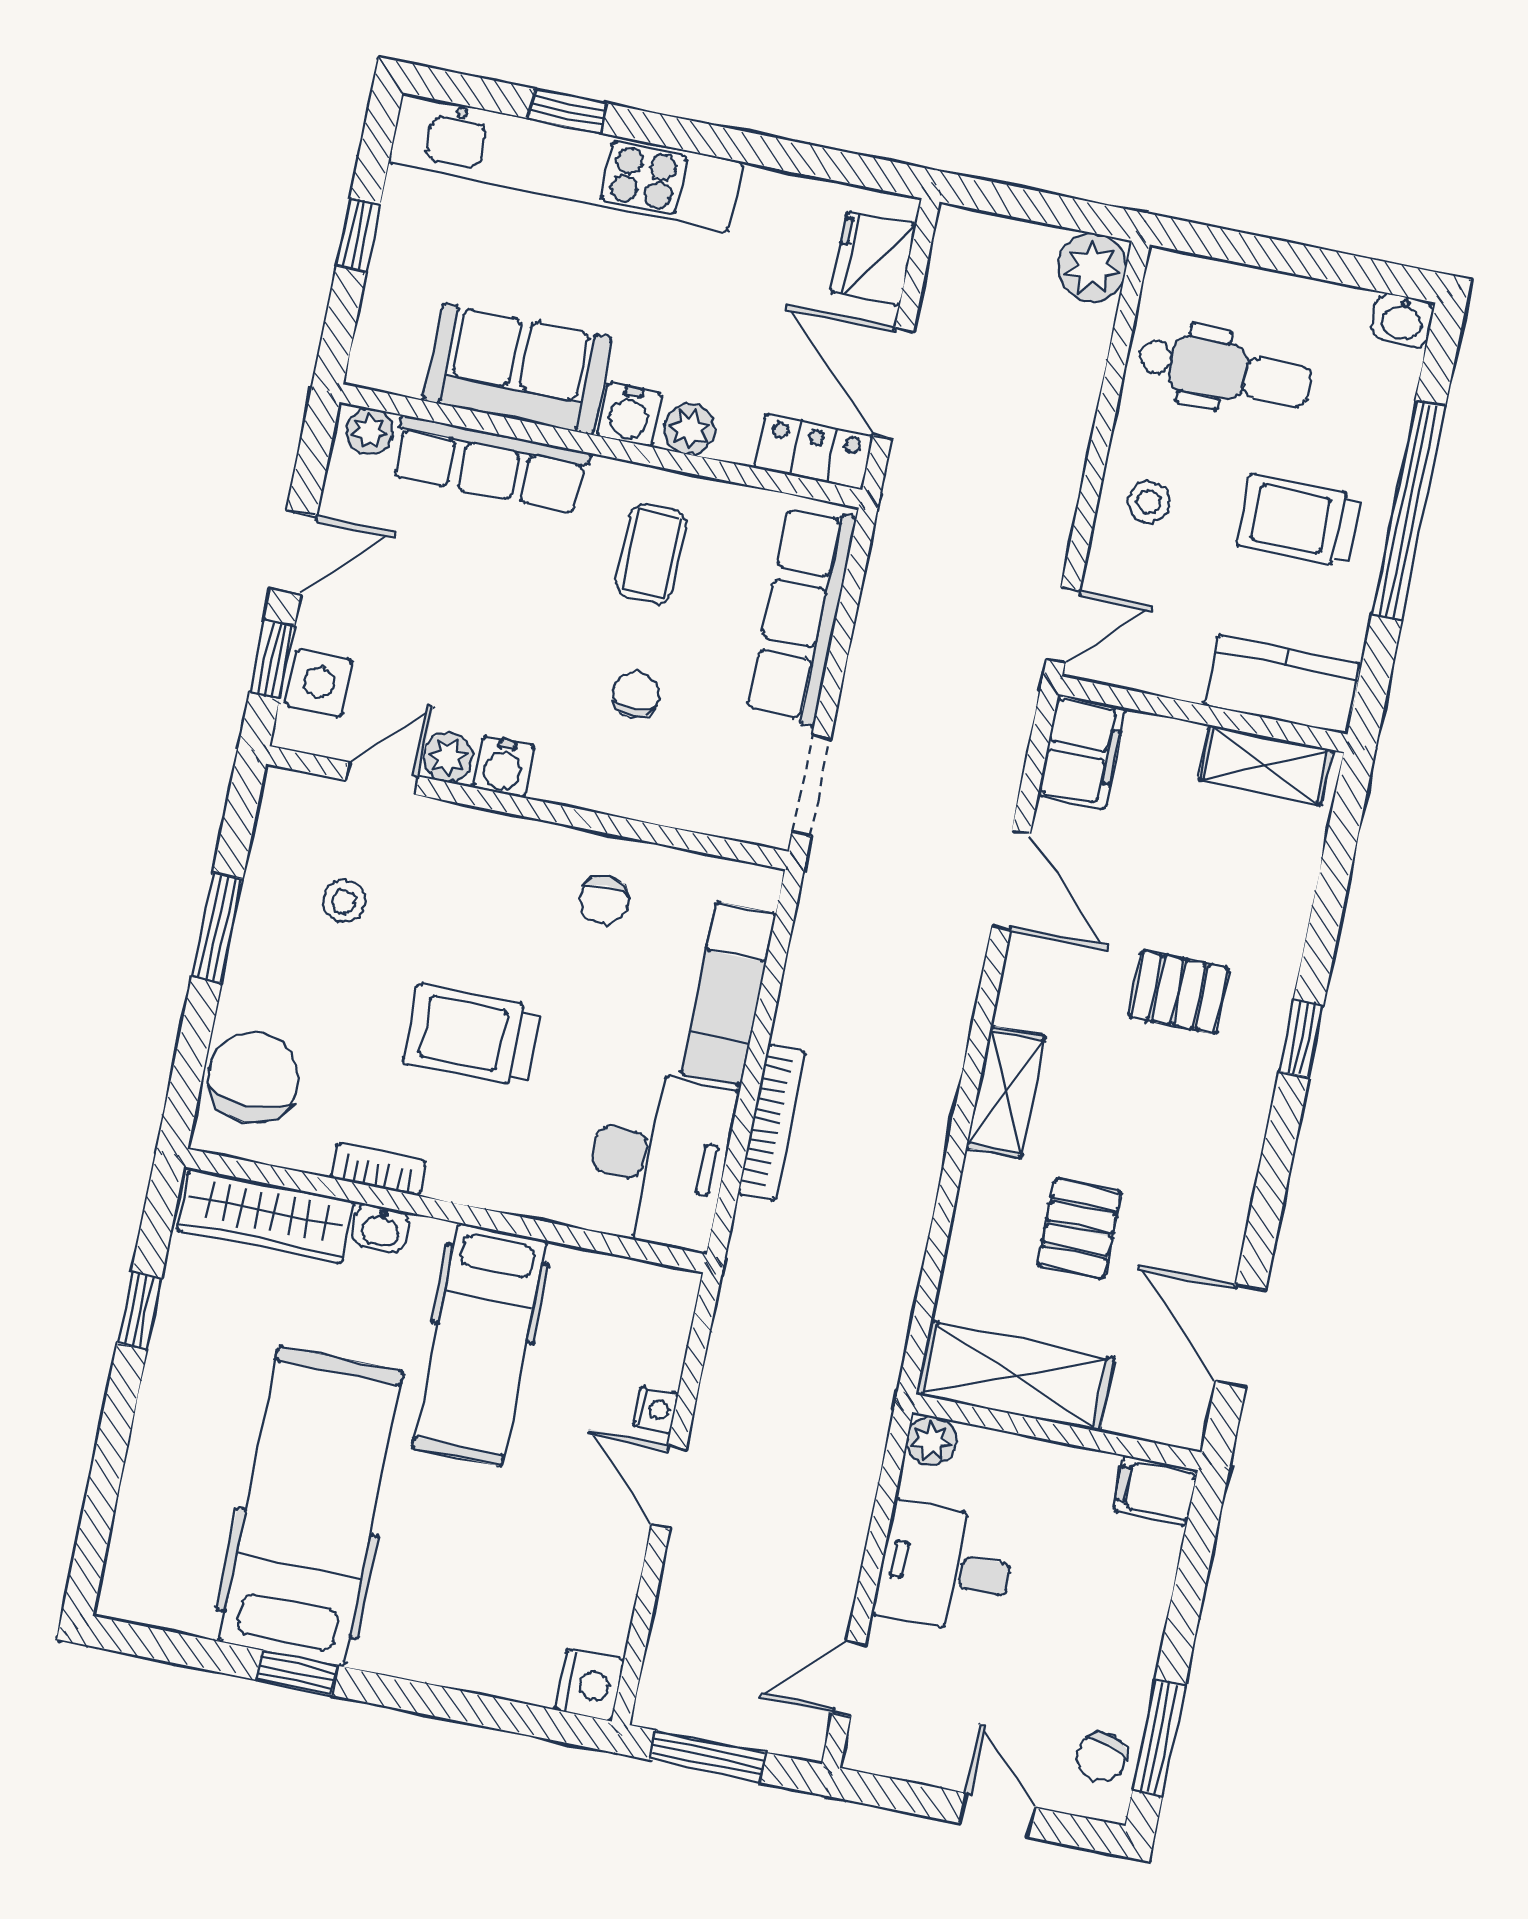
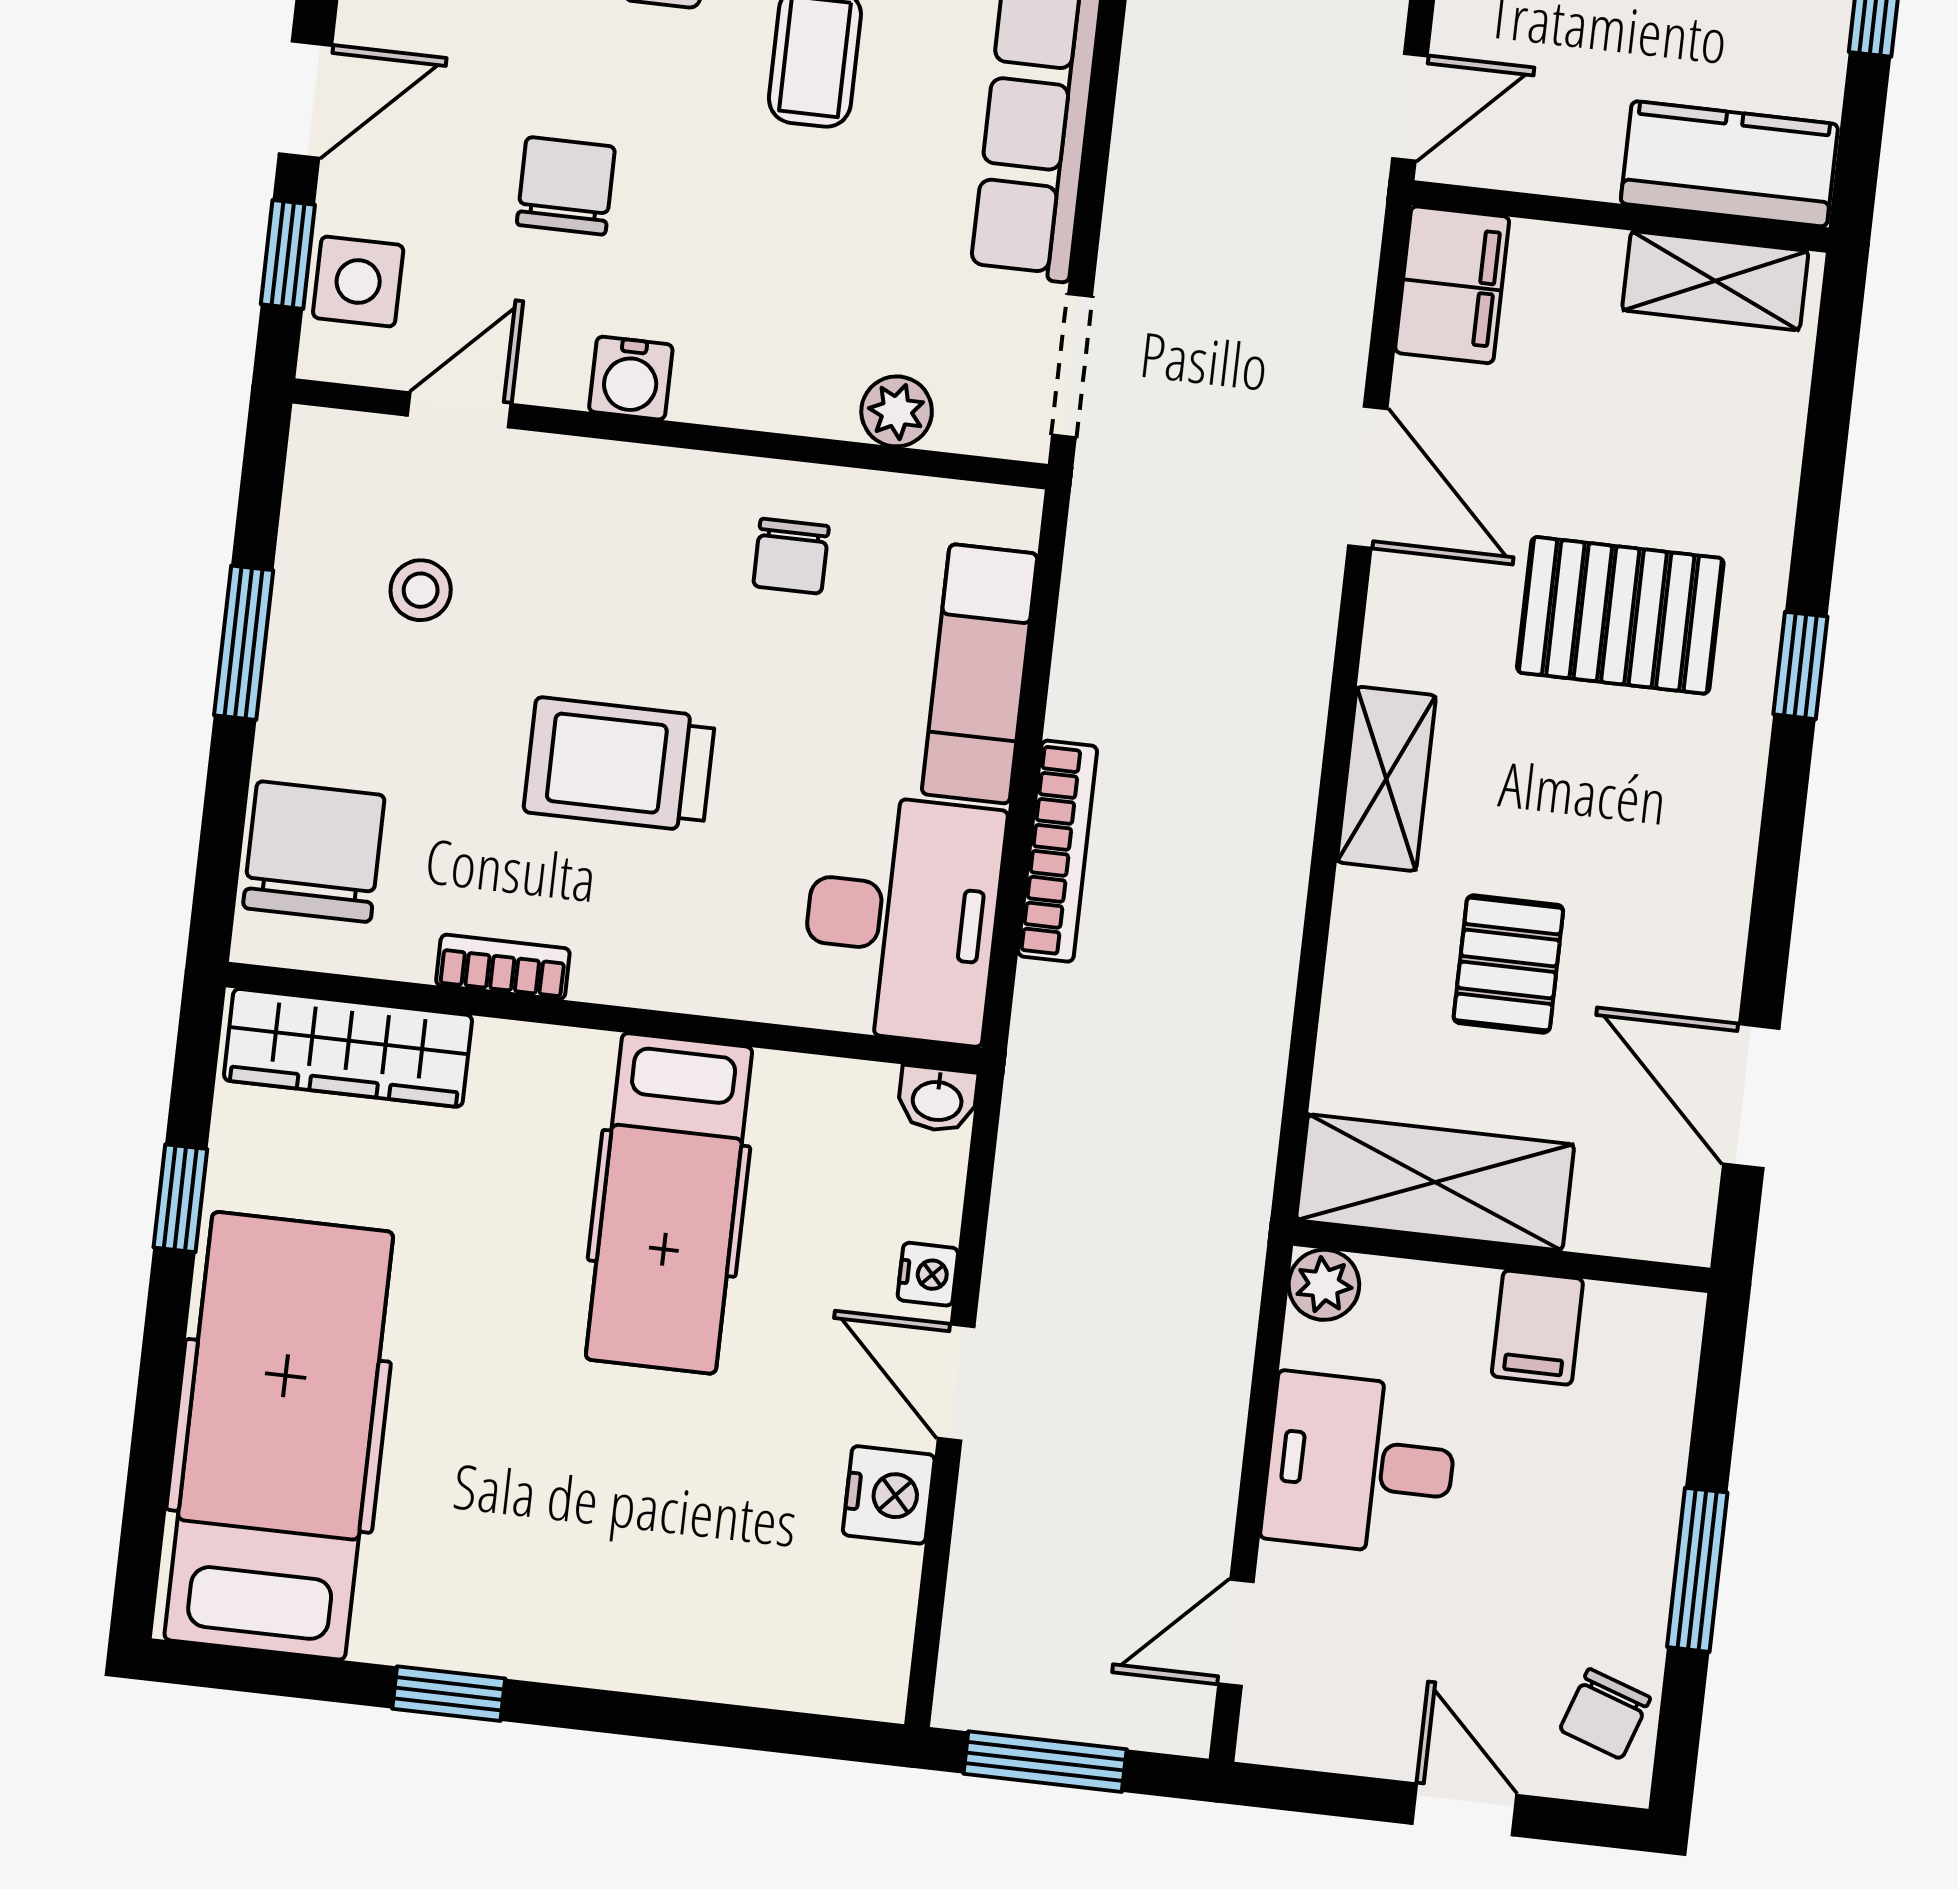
chair: (636, 695) -> (566, 186), moved, width x1.37, depth x1.37
plant: (448, 757) -> (897, 411), moved
pallet: (1179, 992) -> (1620, 615), width x1.50, depth x1.42
washbasin: (381, 1228) -> (937, 1099), moved
filing cabinet: (1156, 1490) -> (1537, 1328), moved, turned -90
hospital bed: (311, 1506) -> (279, 1436), moved
nightstand: (590, 1685) -> (889, 1495), moved
window: (1159, 1738) -> (1697, 1570), moved

